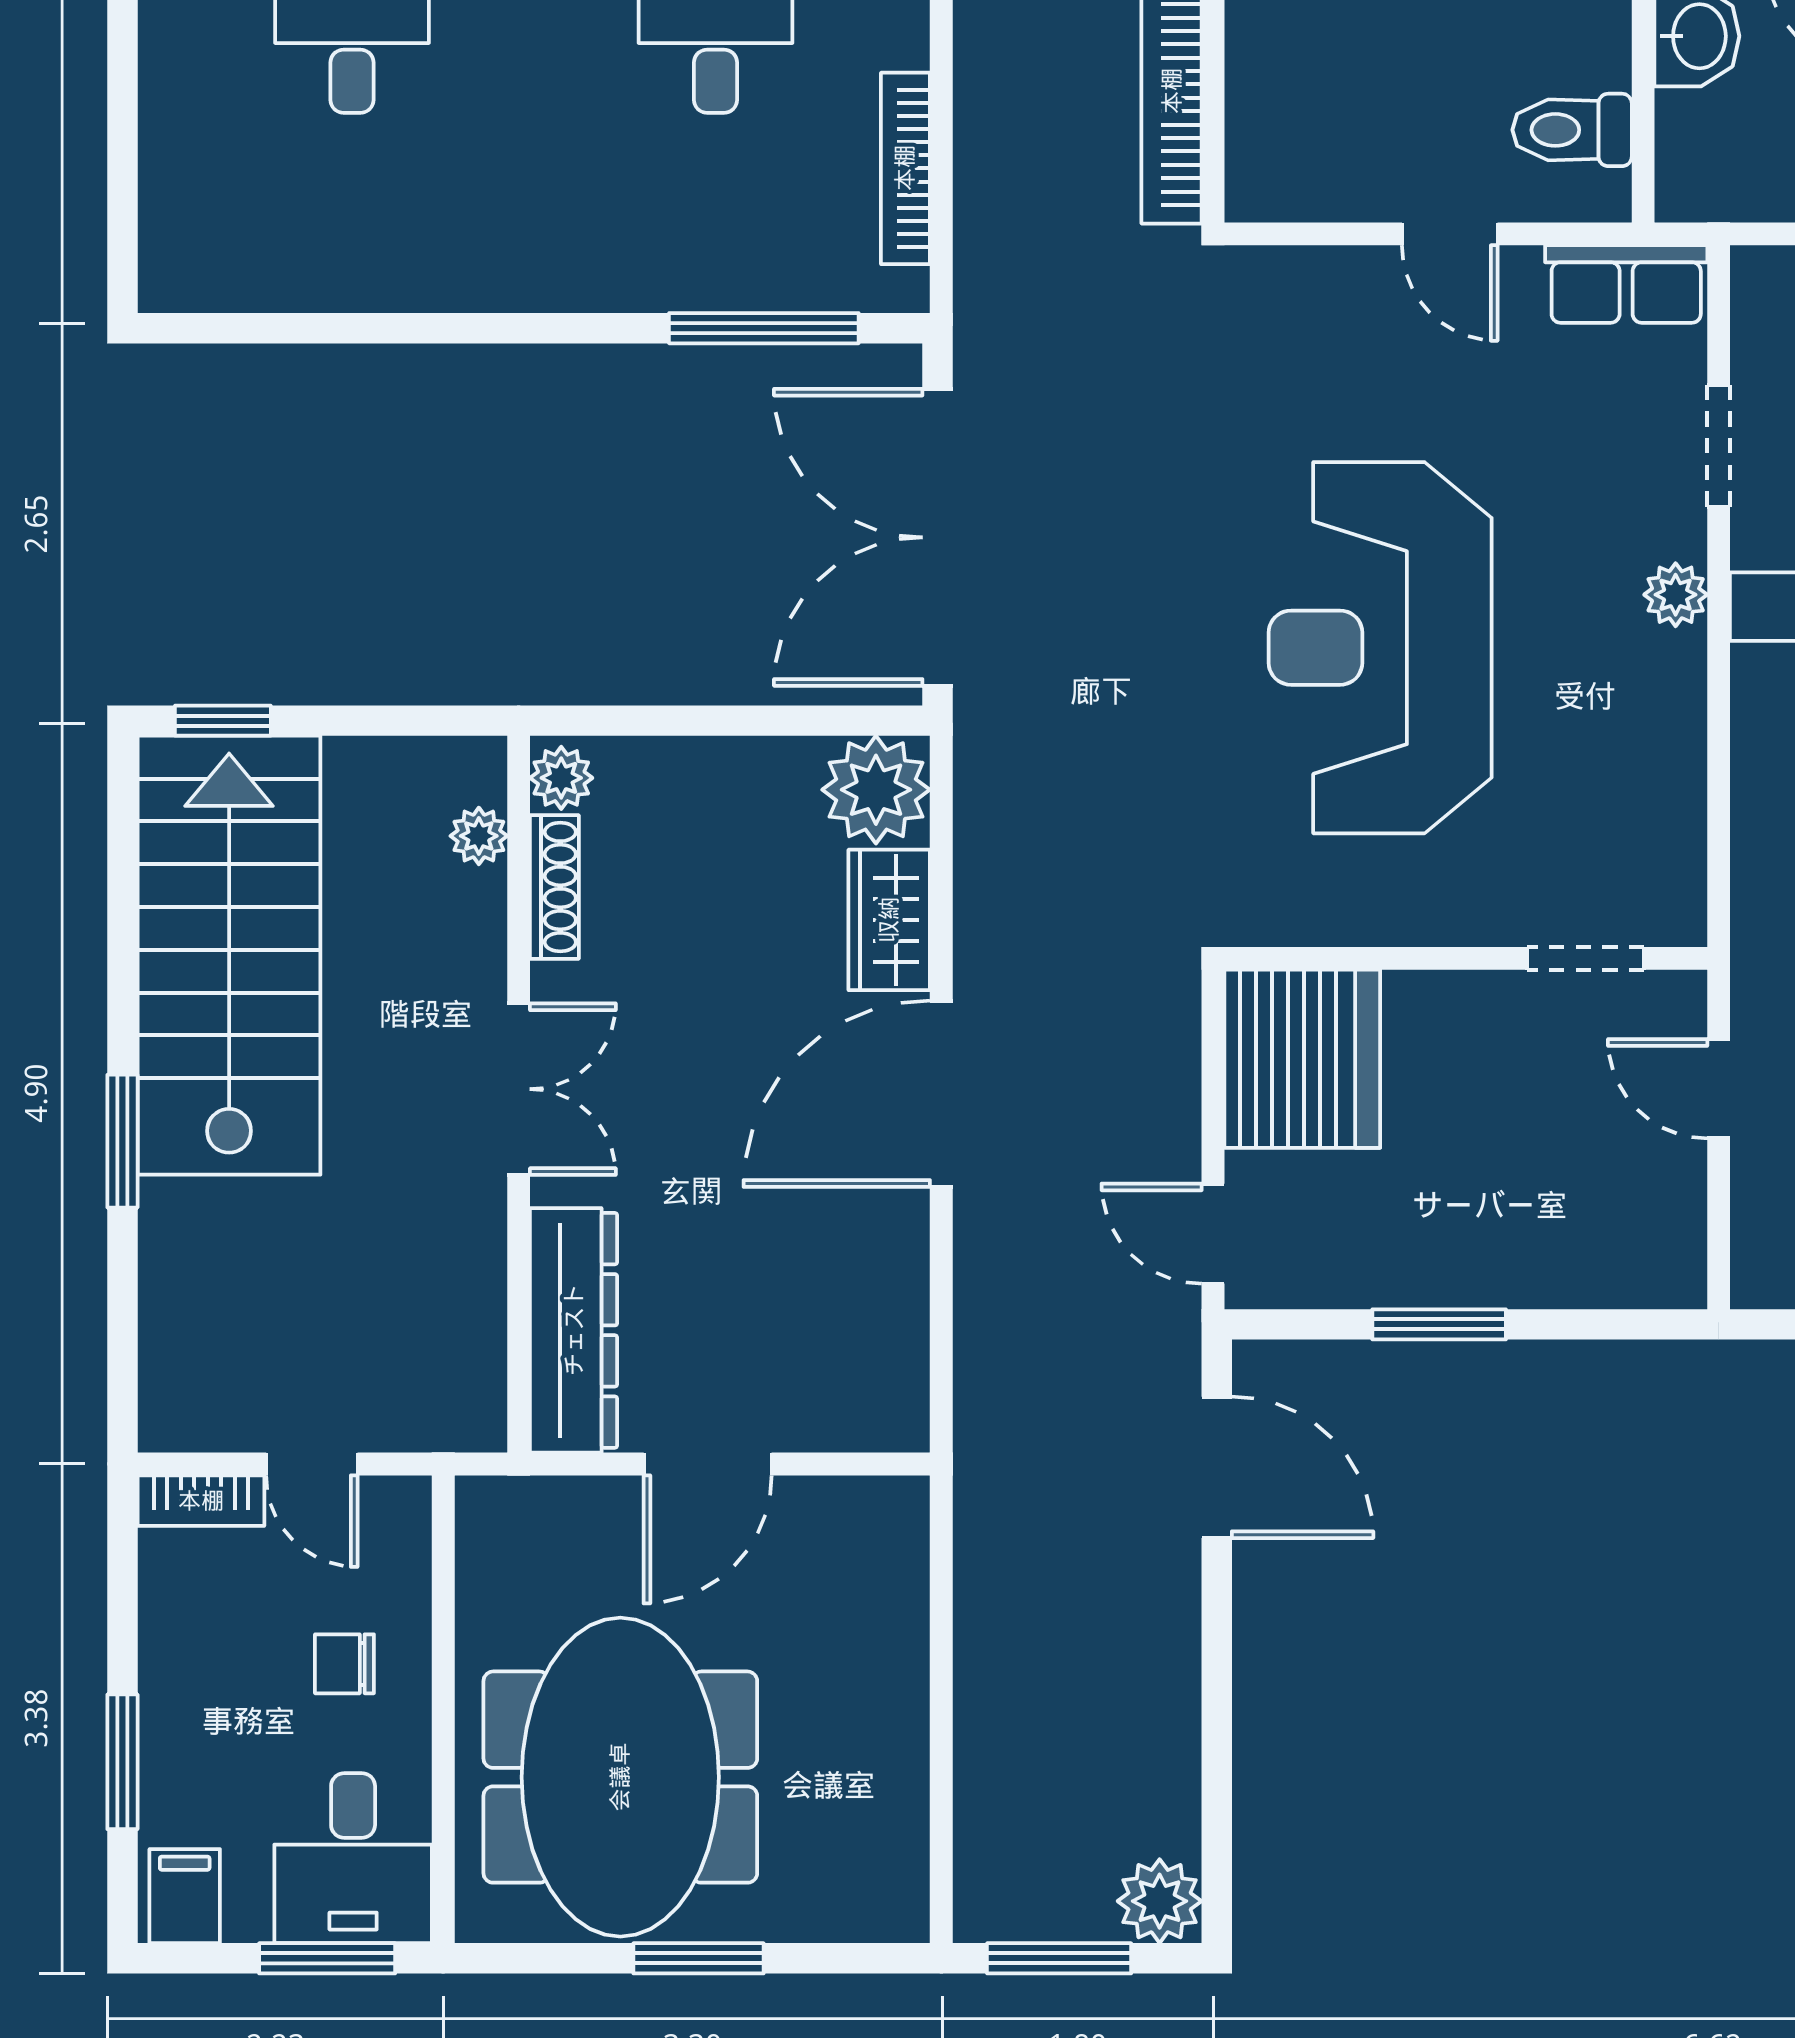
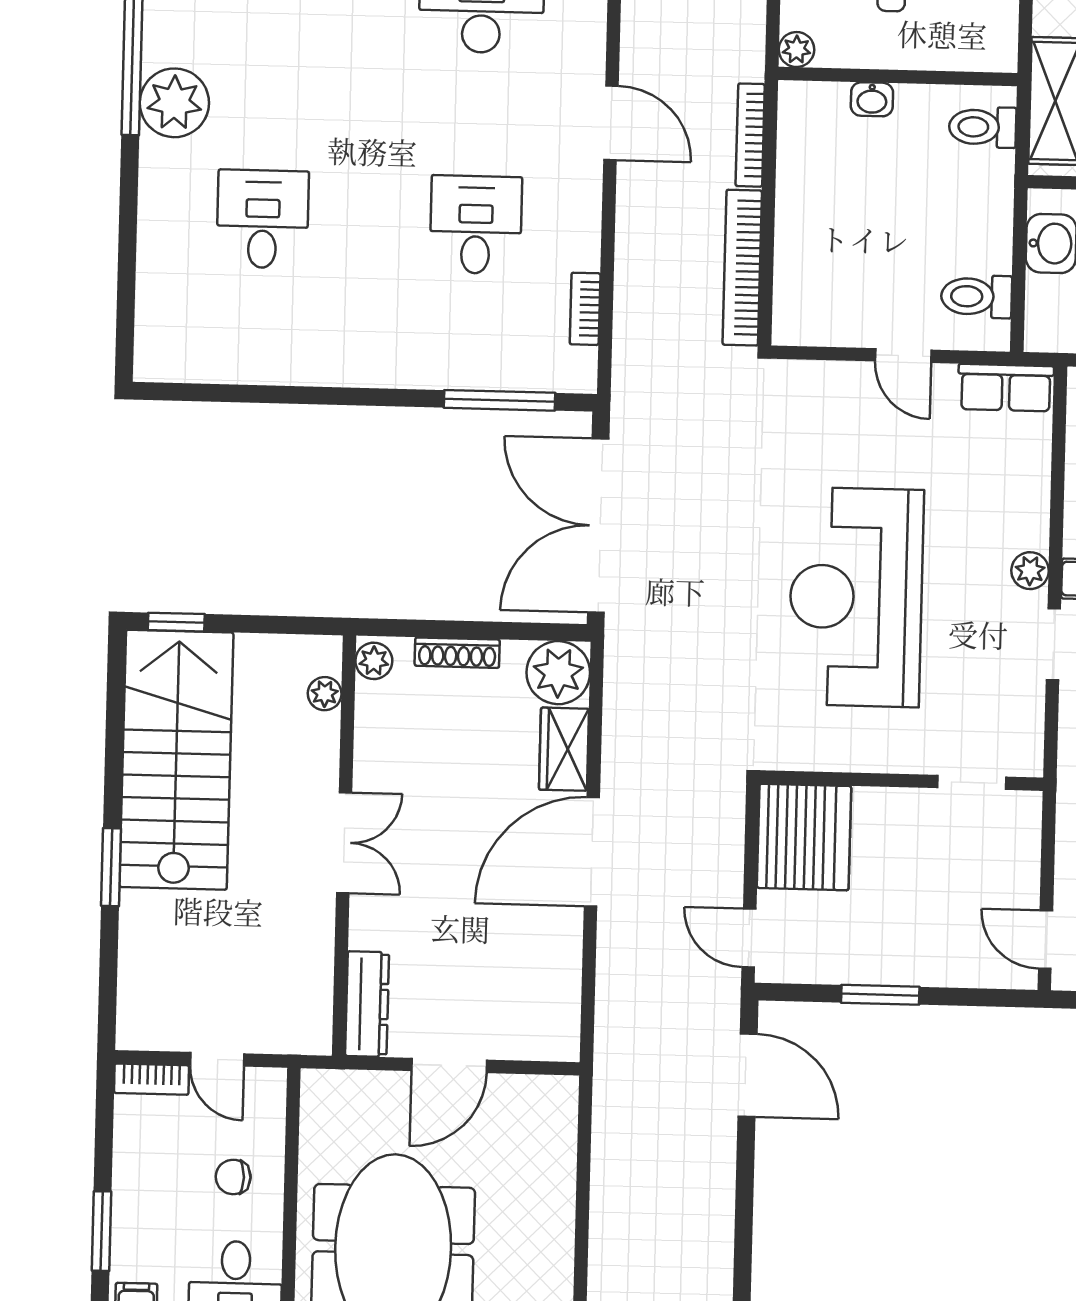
bookcase: (905, 168) -> (585, 309), width x0.64
doorway: (1719, 446) -> (1053, 644), moved
shoe rack: (554, 887) -> (457, 653), moved, turned 90
door: (1719, 1089) -> (1046, 940), moved
dresser: (574, 1330) -> (367, 1004), width x0.73, depth x0.80

